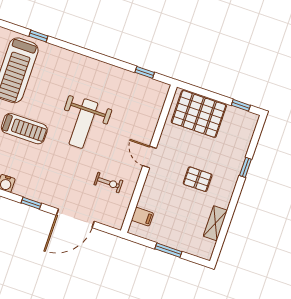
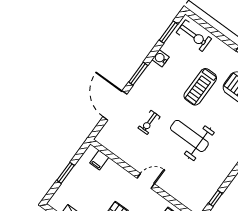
exercise bike: (108, 183) -> (149, 122), moved
window: (31, 203) -> (138, 74), width x1.50

